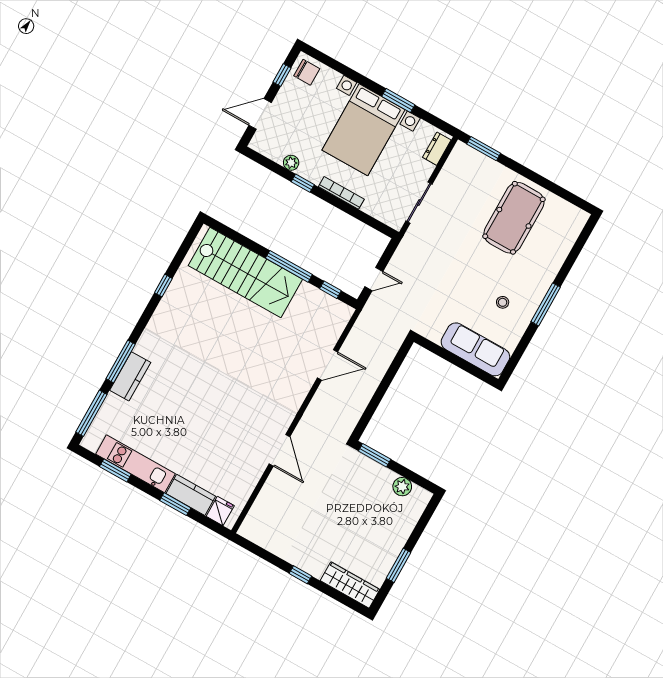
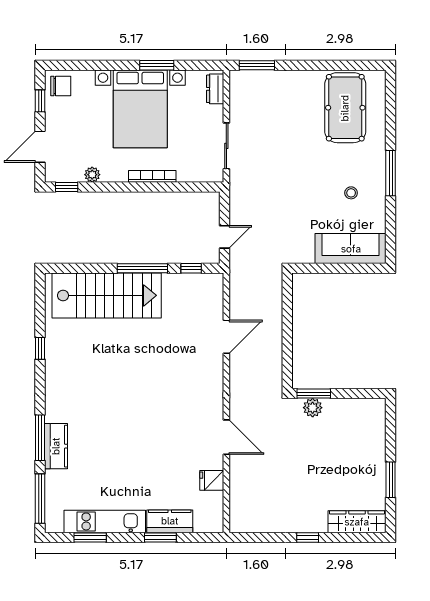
window: (303, 183) -> (67, 187), moved
pool table: (514, 218) -> (345, 108), moved
plant: (402, 487) -> (313, 408), moved
fridge: (220, 511) -> (212, 480), moved, turned -90

